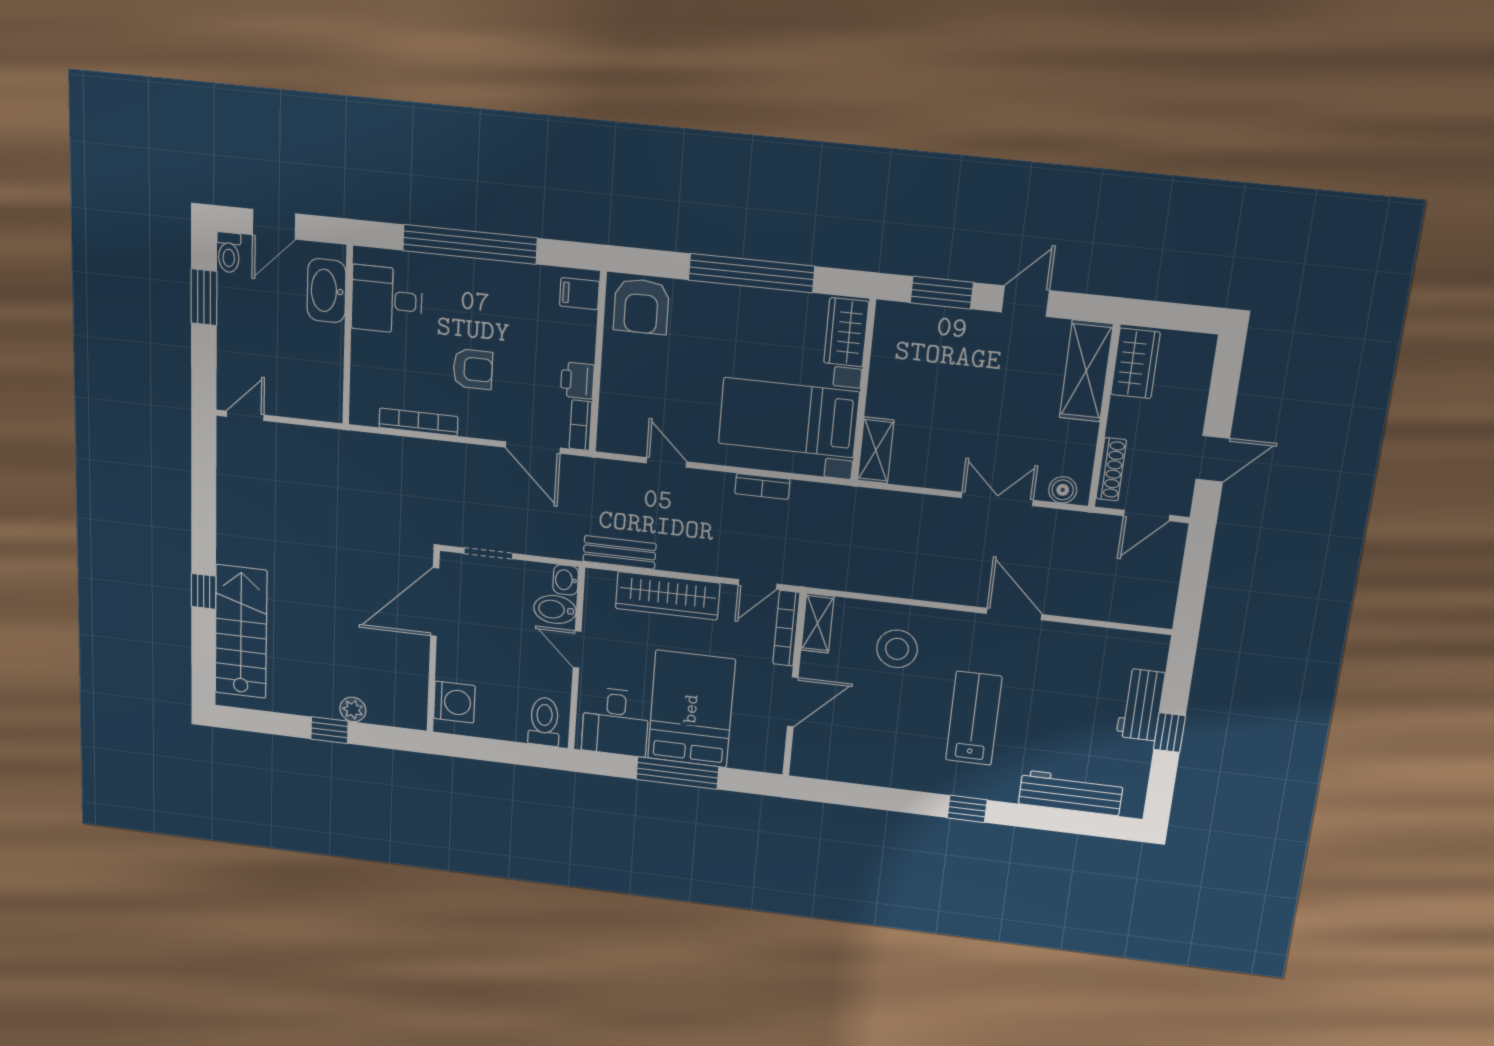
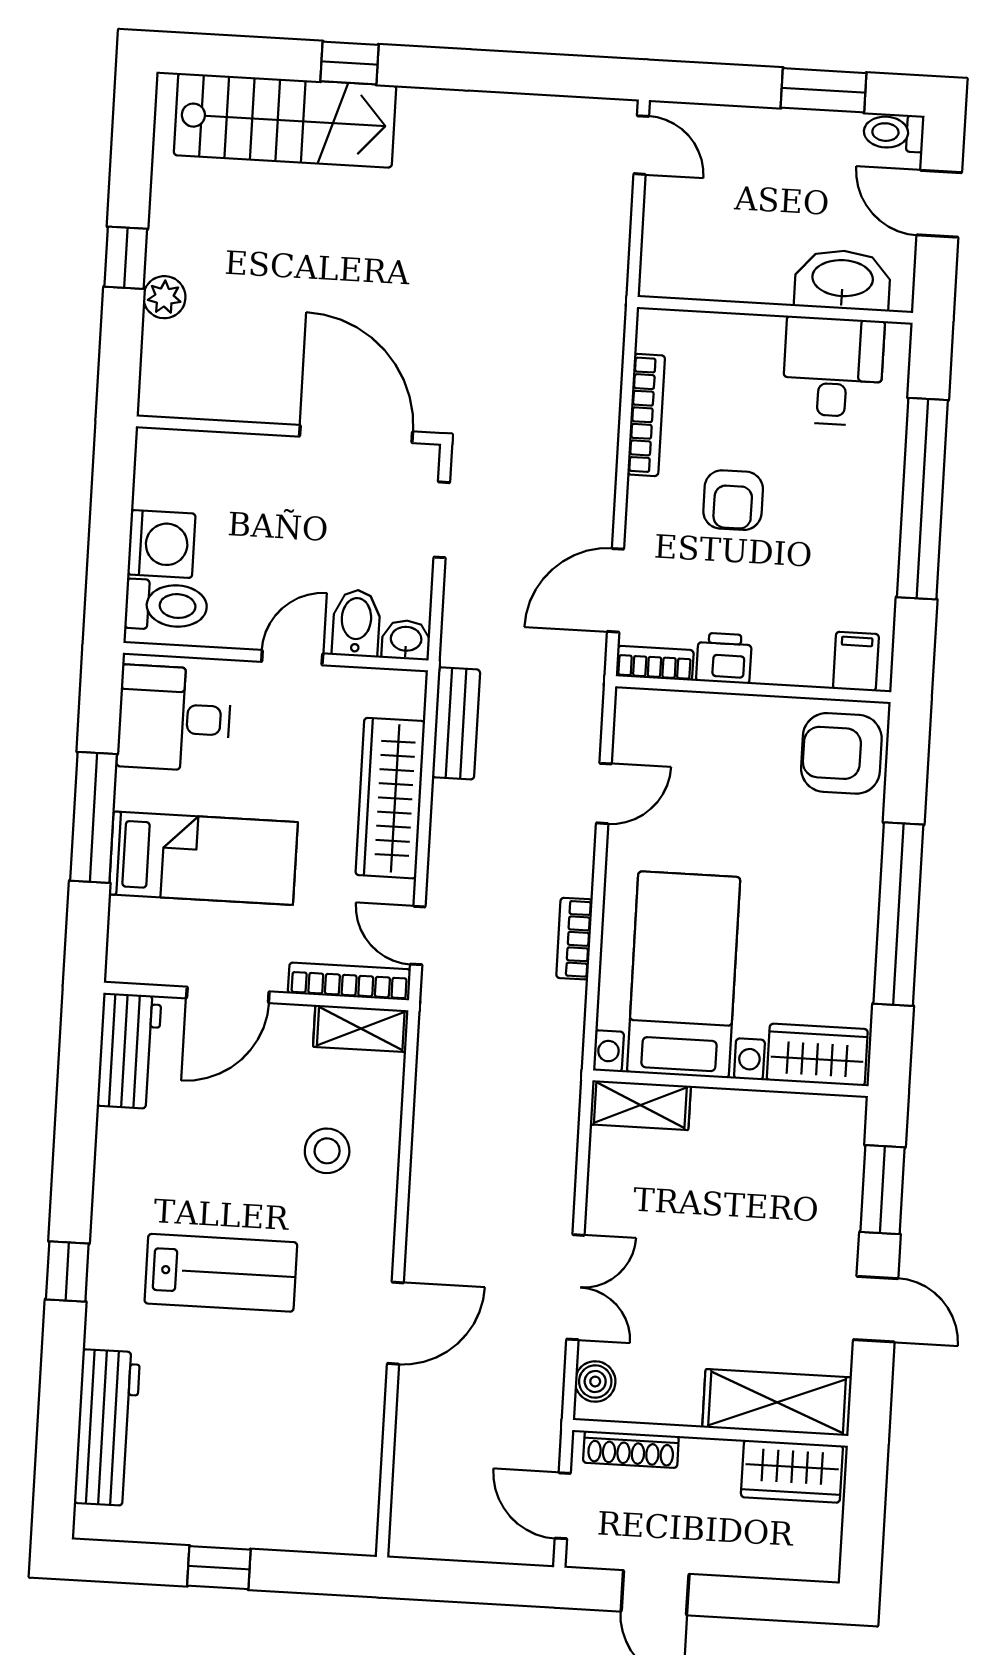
stool: (897, 649) -> (327, 1151), width x0.73, depth x0.73
washing machine: (454, 702) -> (161, 544), moved, turned -90
door: (793, 702) -> (228, 995), hinge flipped
workbench: (1141, 705) -> (129, 1051), moved, turned 90
bed: (691, 709) -> (203, 858), width x0.67

